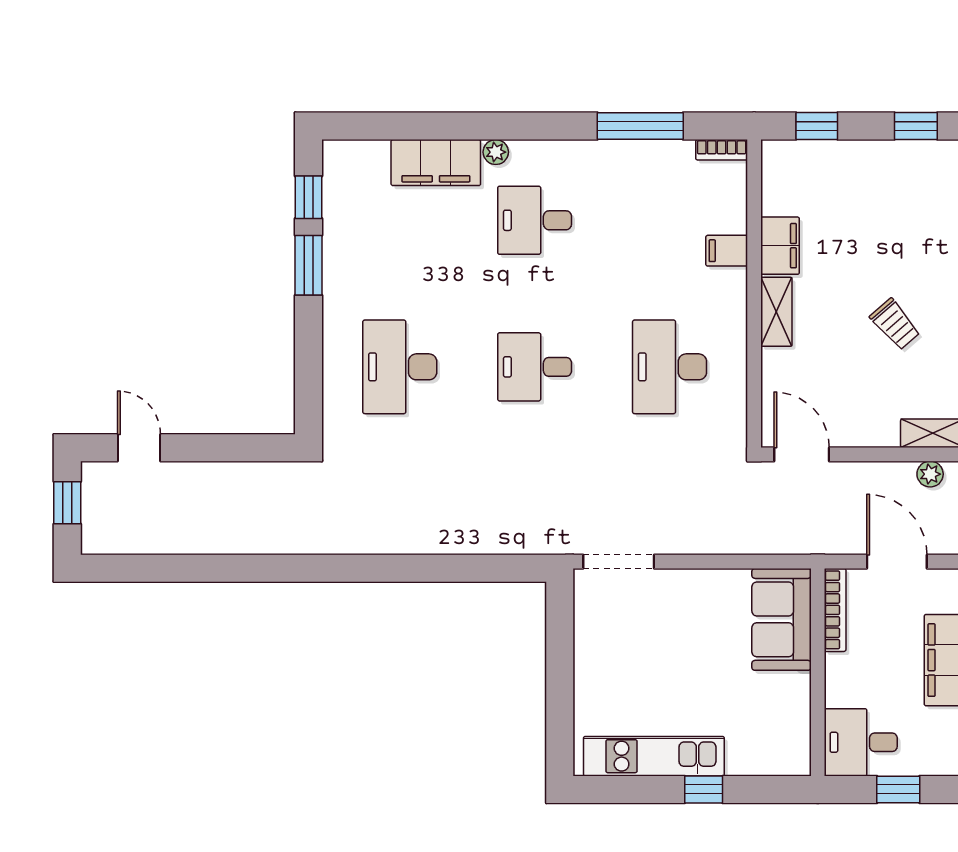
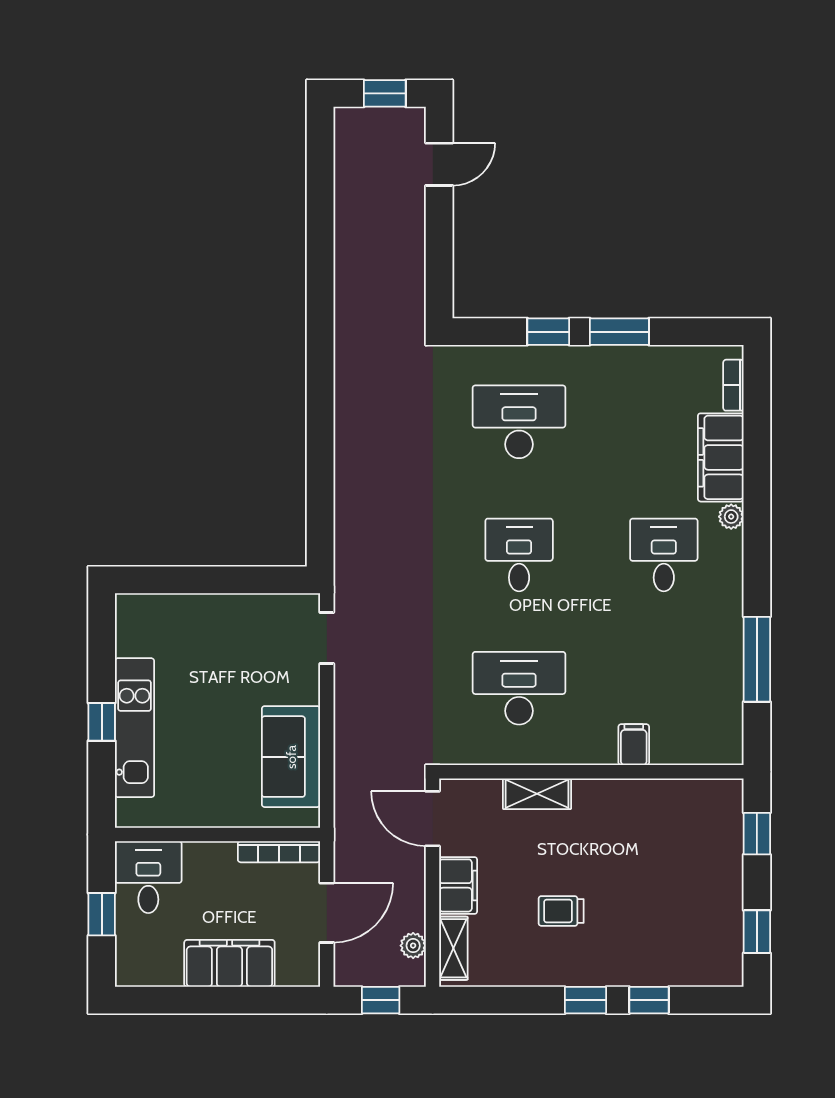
bookcase: (722, 150) -> (733, 385), moved
window: (309, 197) -> (548, 332), moved
filing cabinet: (780, 246) -> (458, 885), moved, turned -90
shelving: (776, 312) -> (537, 794), moved
trolley: (895, 324) -> (561, 911), turned 41
door: (802, 454) -> (433, 819), swing flipped
doorway: (619, 562) -> (327, 638), width x0.73
sofa: (782, 619) -> (291, 757), moved, turned -90
kitchen unit: (654, 756) -> (135, 728), moved

